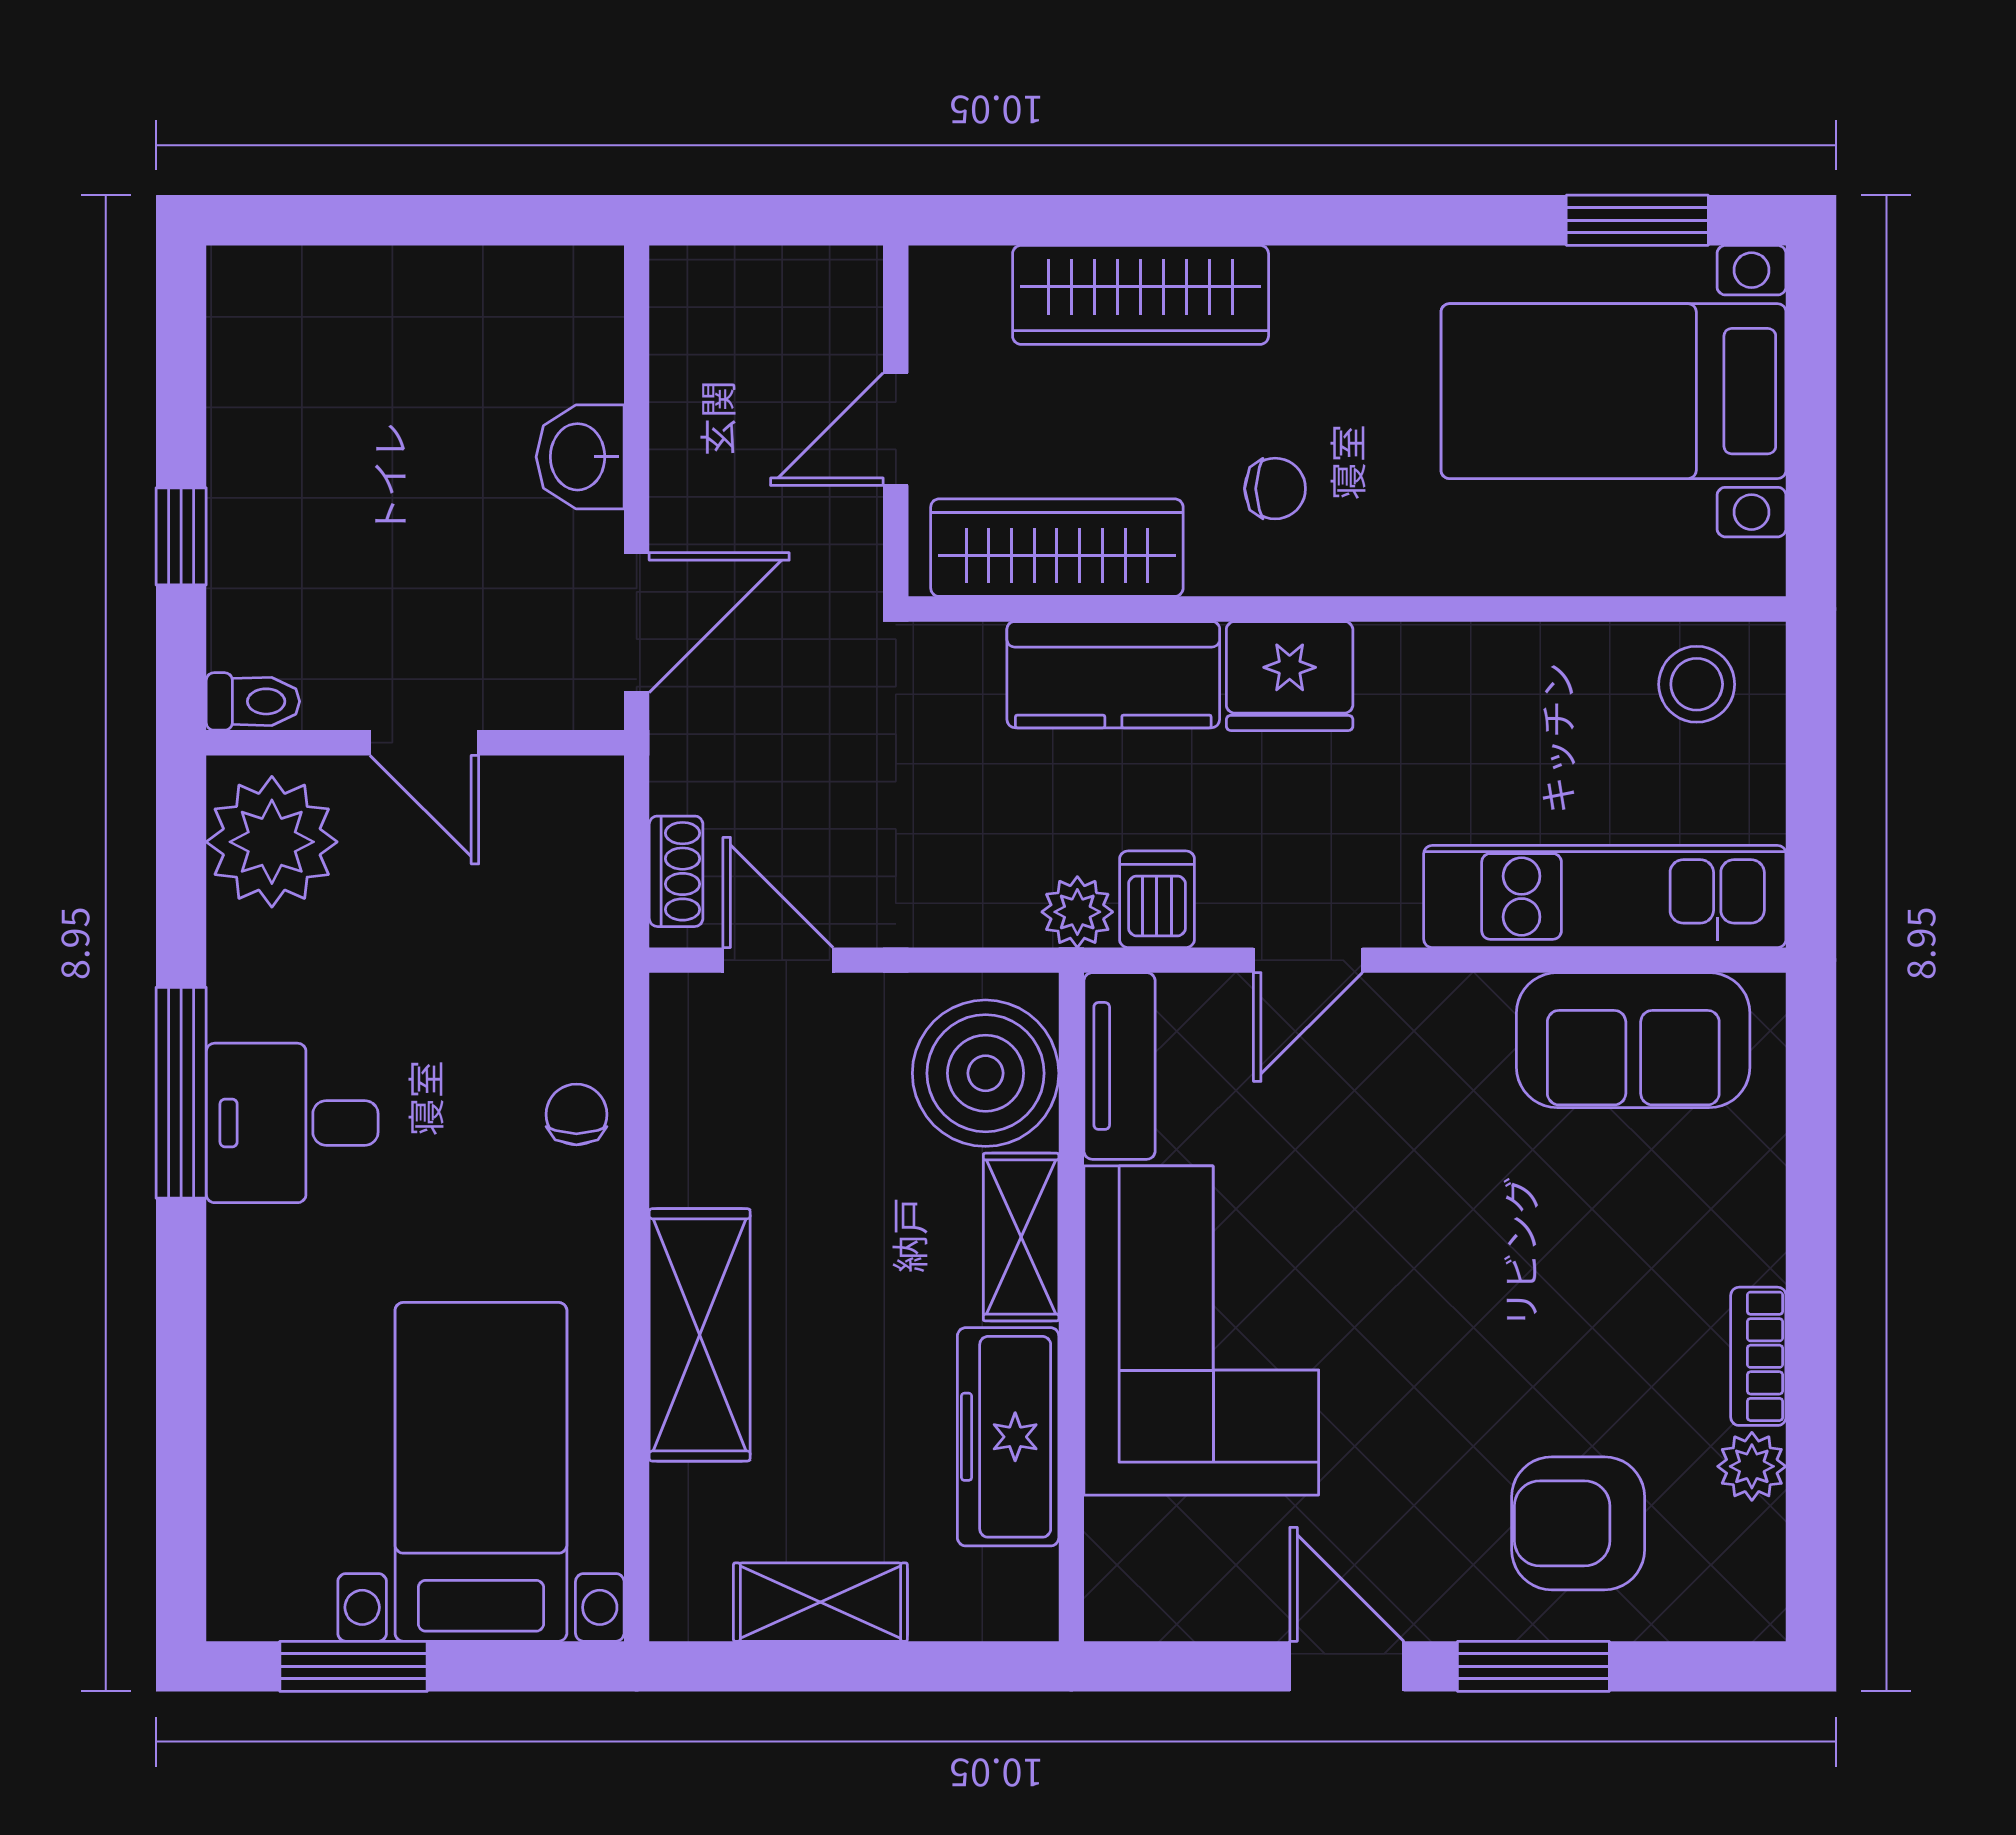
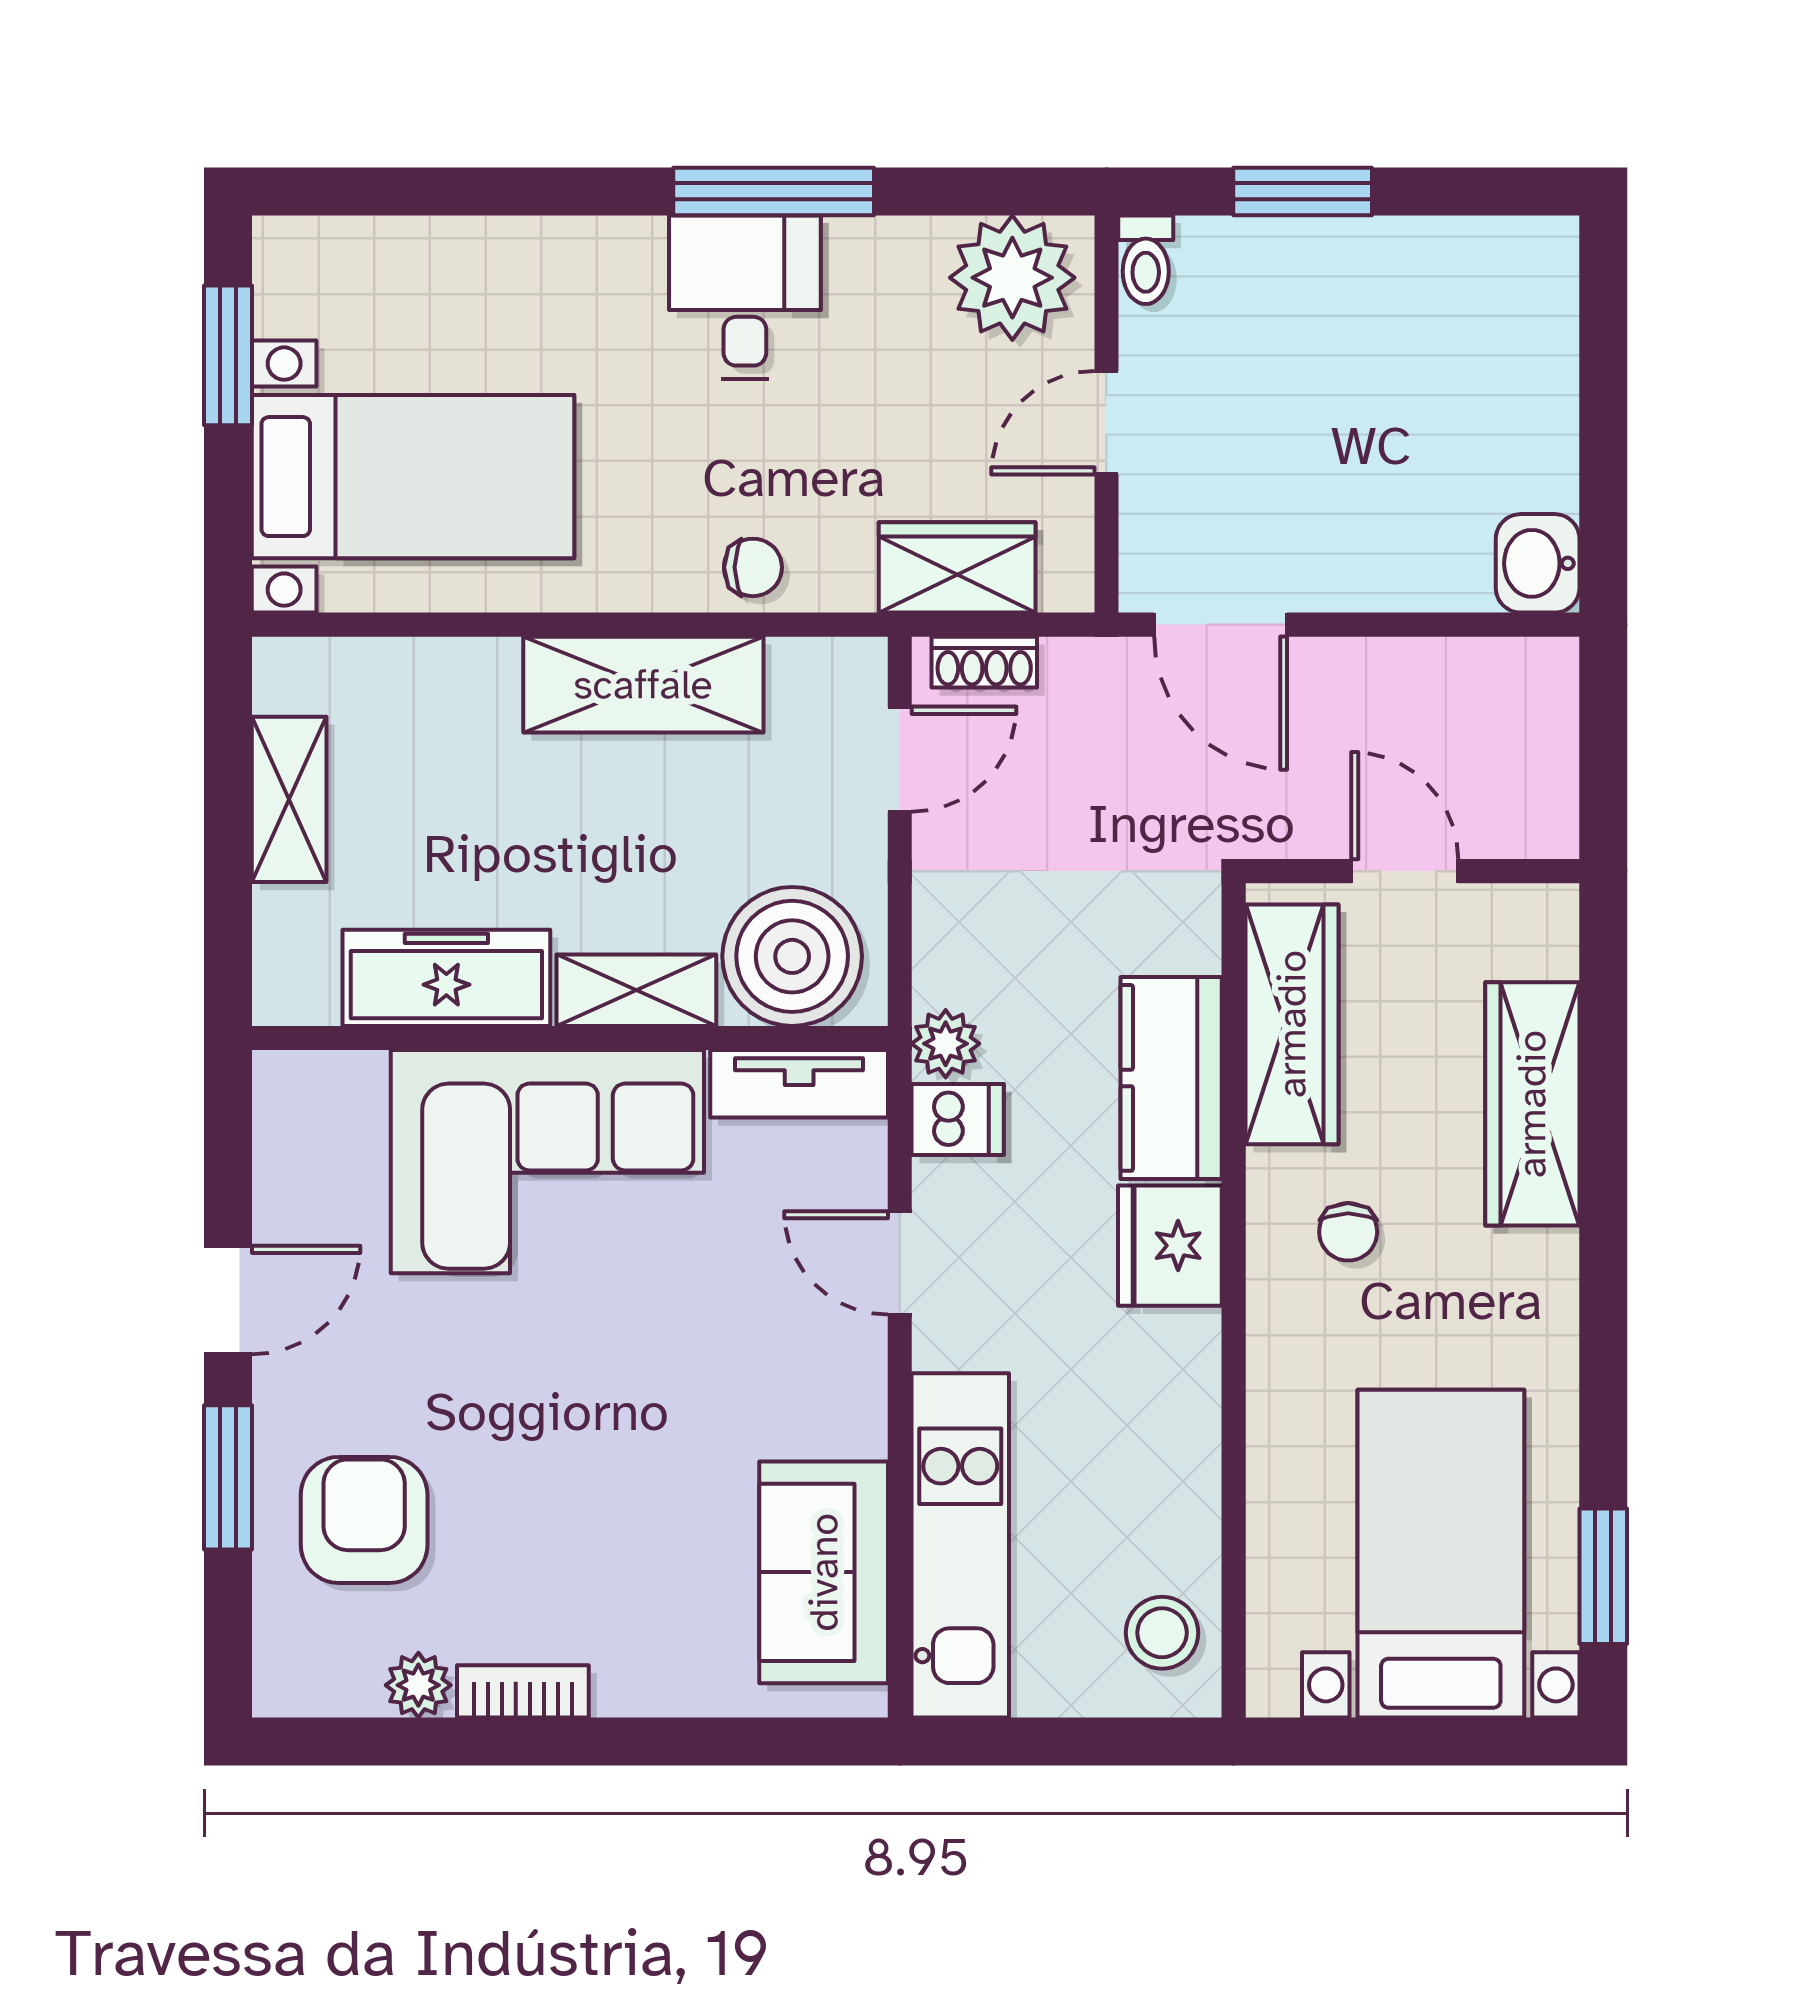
washbasin: (580, 457) -> (1538, 563), moved, turned -90
window: (181, 536) -> (1303, 191), width x1.50
wardrobe: (576, 900) -> (957, 567), added
shelving: (700, 1335) -> (643, 685), moved

